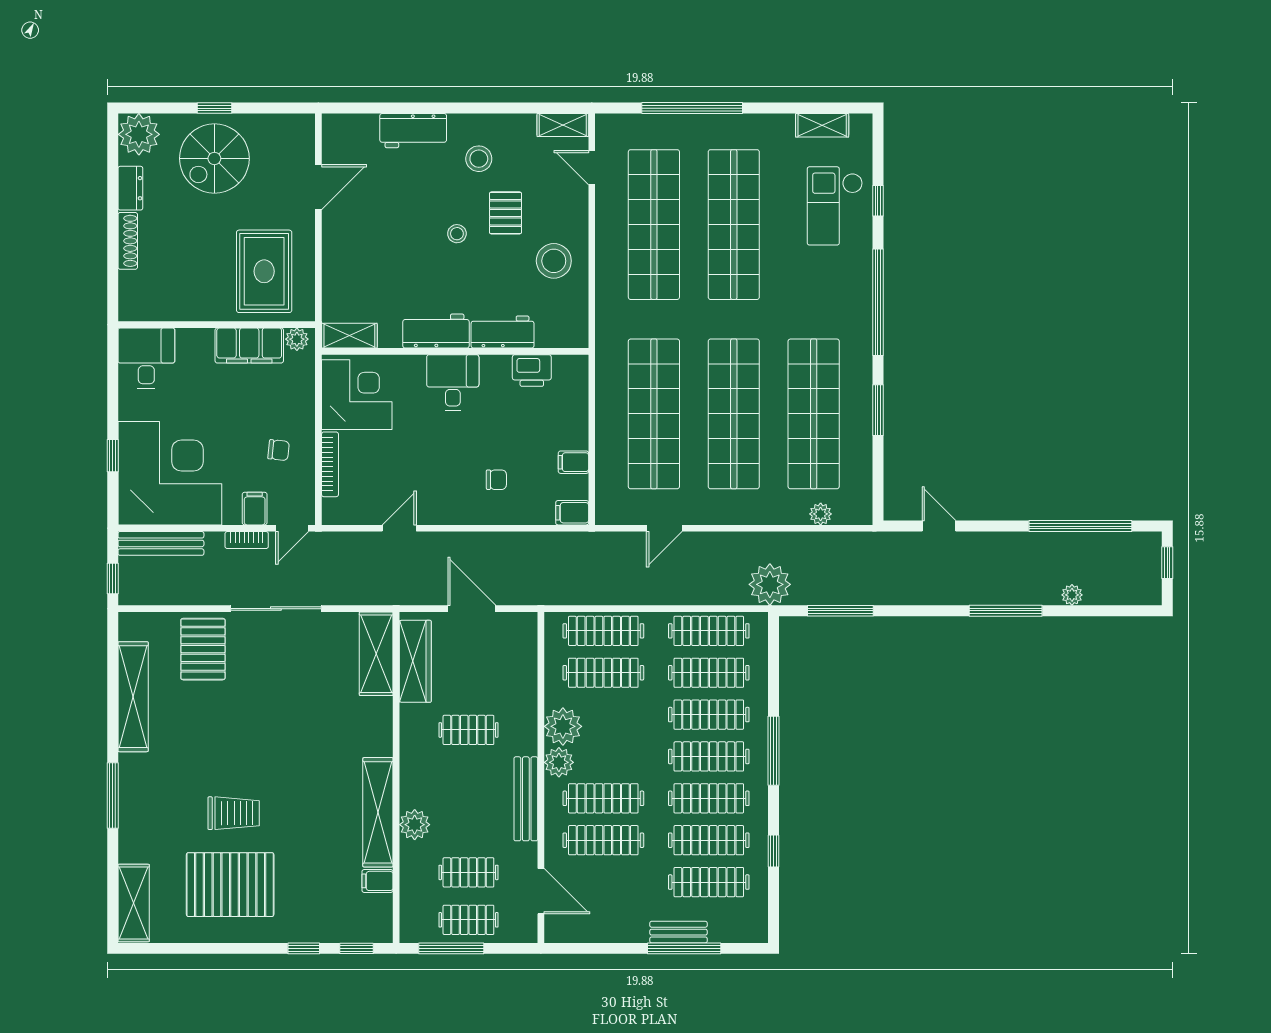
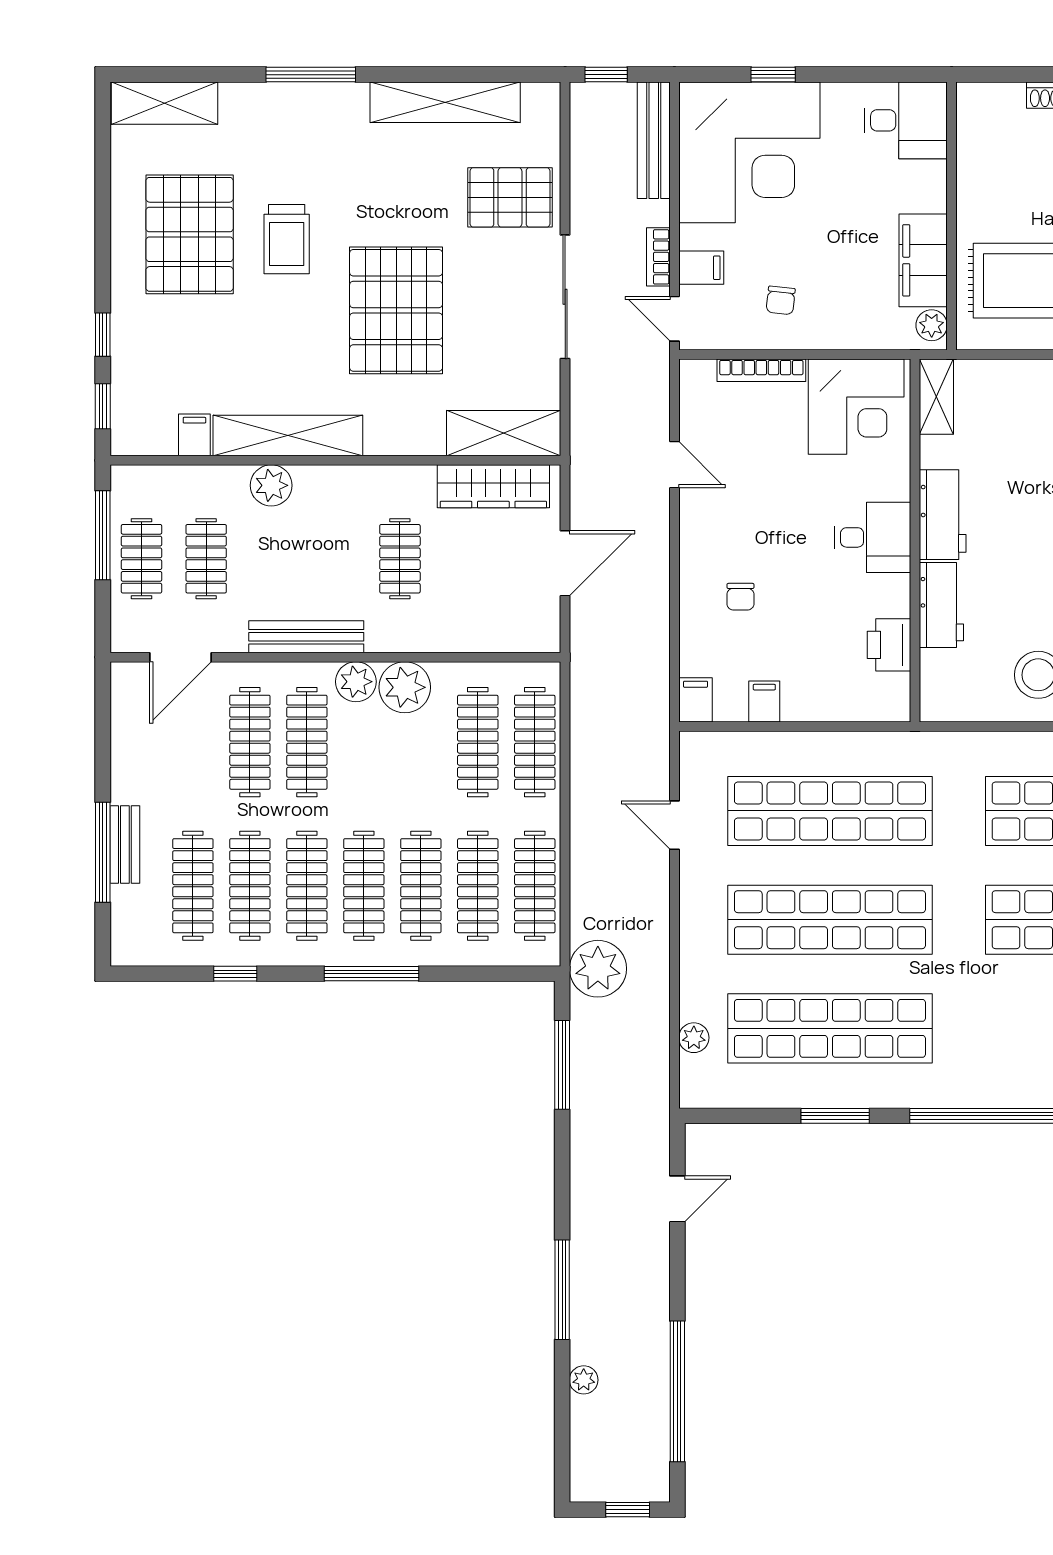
pallet: (286, 733) -> (396, 310), added

